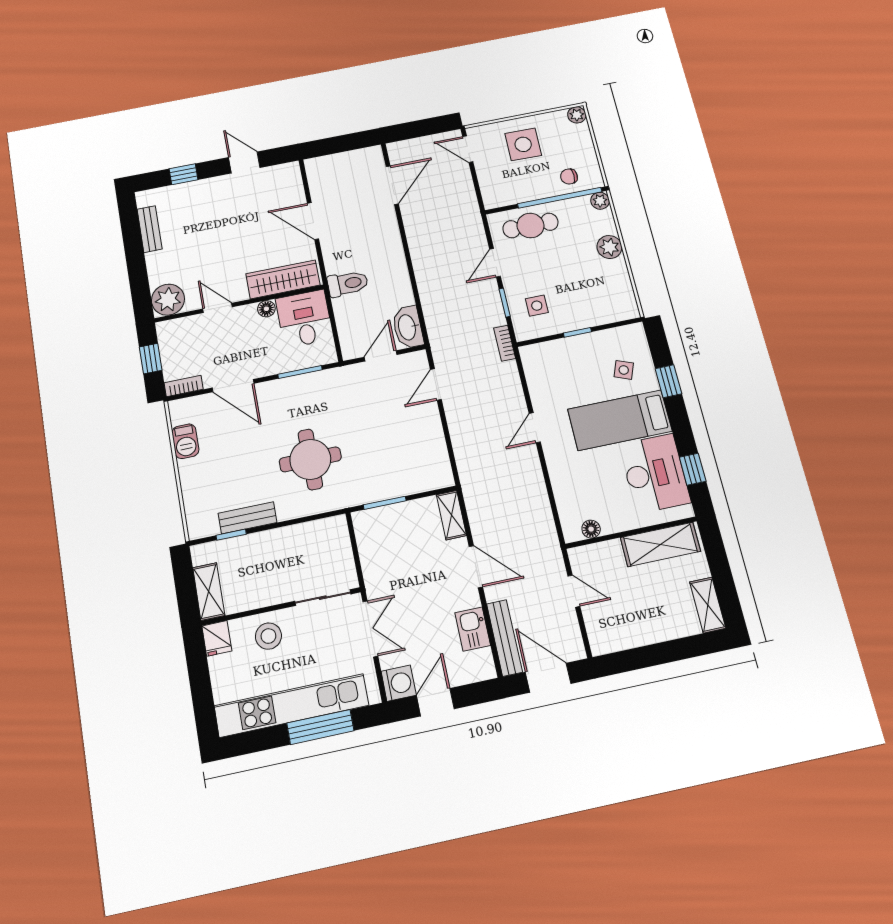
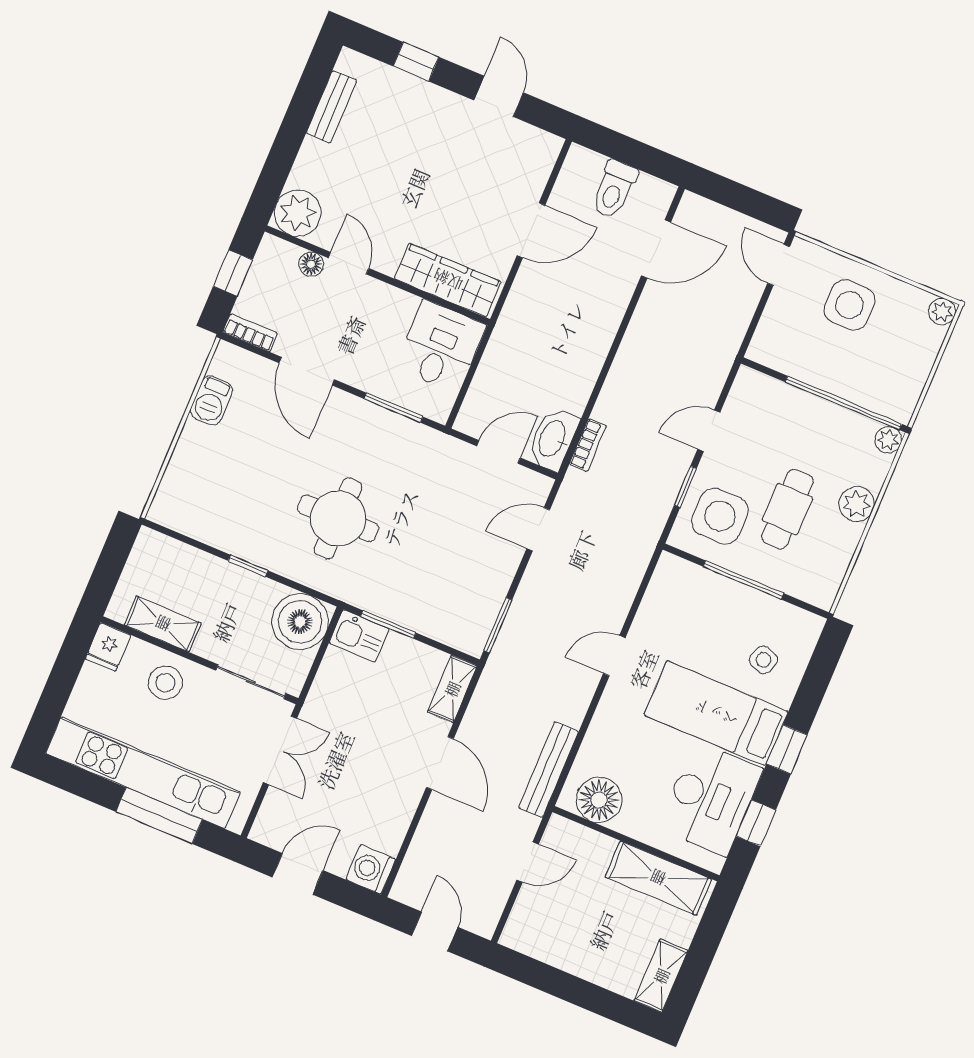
chair: (569, 176) -> (874, 384), removed
door: (313, 221) -> (531, 230), swing flipped
cafe table: (530, 226) -> (787, 509), moved, turned 90
toilet: (348, 284) -> (614, 189), moved, turned 90
side table: (537, 306) -> (720, 516), width x1.87, depth x1.87
floor lamp: (266, 309) -> (311, 264), moved
window: (577, 332) -> (743, 580), width x2.17
bookcase: (505, 343) -> (588, 445), moved, turned 180
window: (668, 381) -> (787, 749), moved
window: (452, 457) -> (498, 625), added
bench: (248, 518) -> (225, 537), removed
floor lamp: (591, 529) -> (599, 800), width x1.89, depth x1.89
window: (231, 535) -> (248, 566), moved
boiler: (329, 538) -> (300, 622), added
shelving: (209, 591) -> (163, 624), moved, turned 90
door: (574, 591) -> (528, 862), hinge flipped
kitchen sink: (473, 629) -> (359, 636), moved, turned -90
bench: (504, 638) -> (549, 770), moved
door: (548, 678) -> (435, 931), width x0.73
washing machine: (399, 683) -> (371, 869), moved, turned 180

